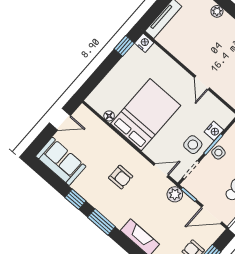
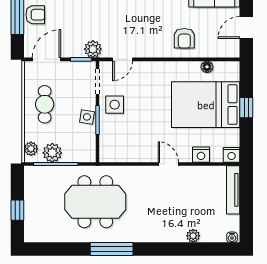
window: (124, 46) -> (246, 108), moved
door: (202, 83) -> (168, 164), moved
bed: (146, 115) -> (206, 105), moved, turned 90
nightstand: (214, 131) -> (201, 155), moved, turned -90
armchair: (121, 177) -> (184, 38), moved, turned -90

